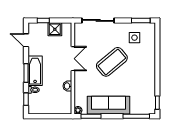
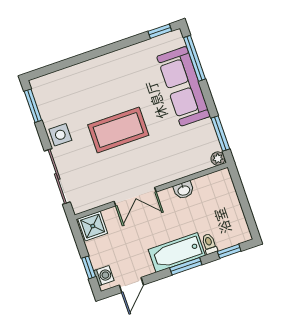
washing machine: (36, 27) -> (104, 276), added
shower: (55, 29) -> (93, 226), moved
side table: (134, 38) -> (60, 135), moved
double door: (73, 59) -> (135, 197), swing flipped
coffee table: (112, 62) -> (118, 130), turned -50
sofa: (109, 105) -> (184, 86), moved

